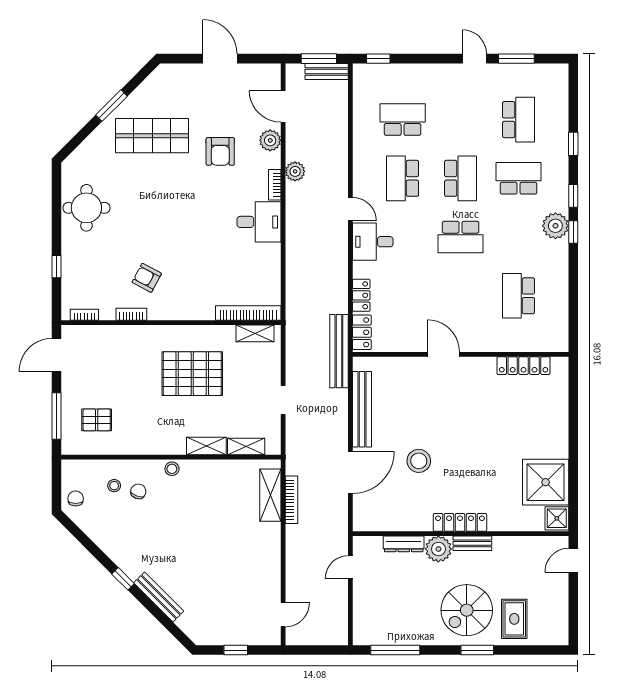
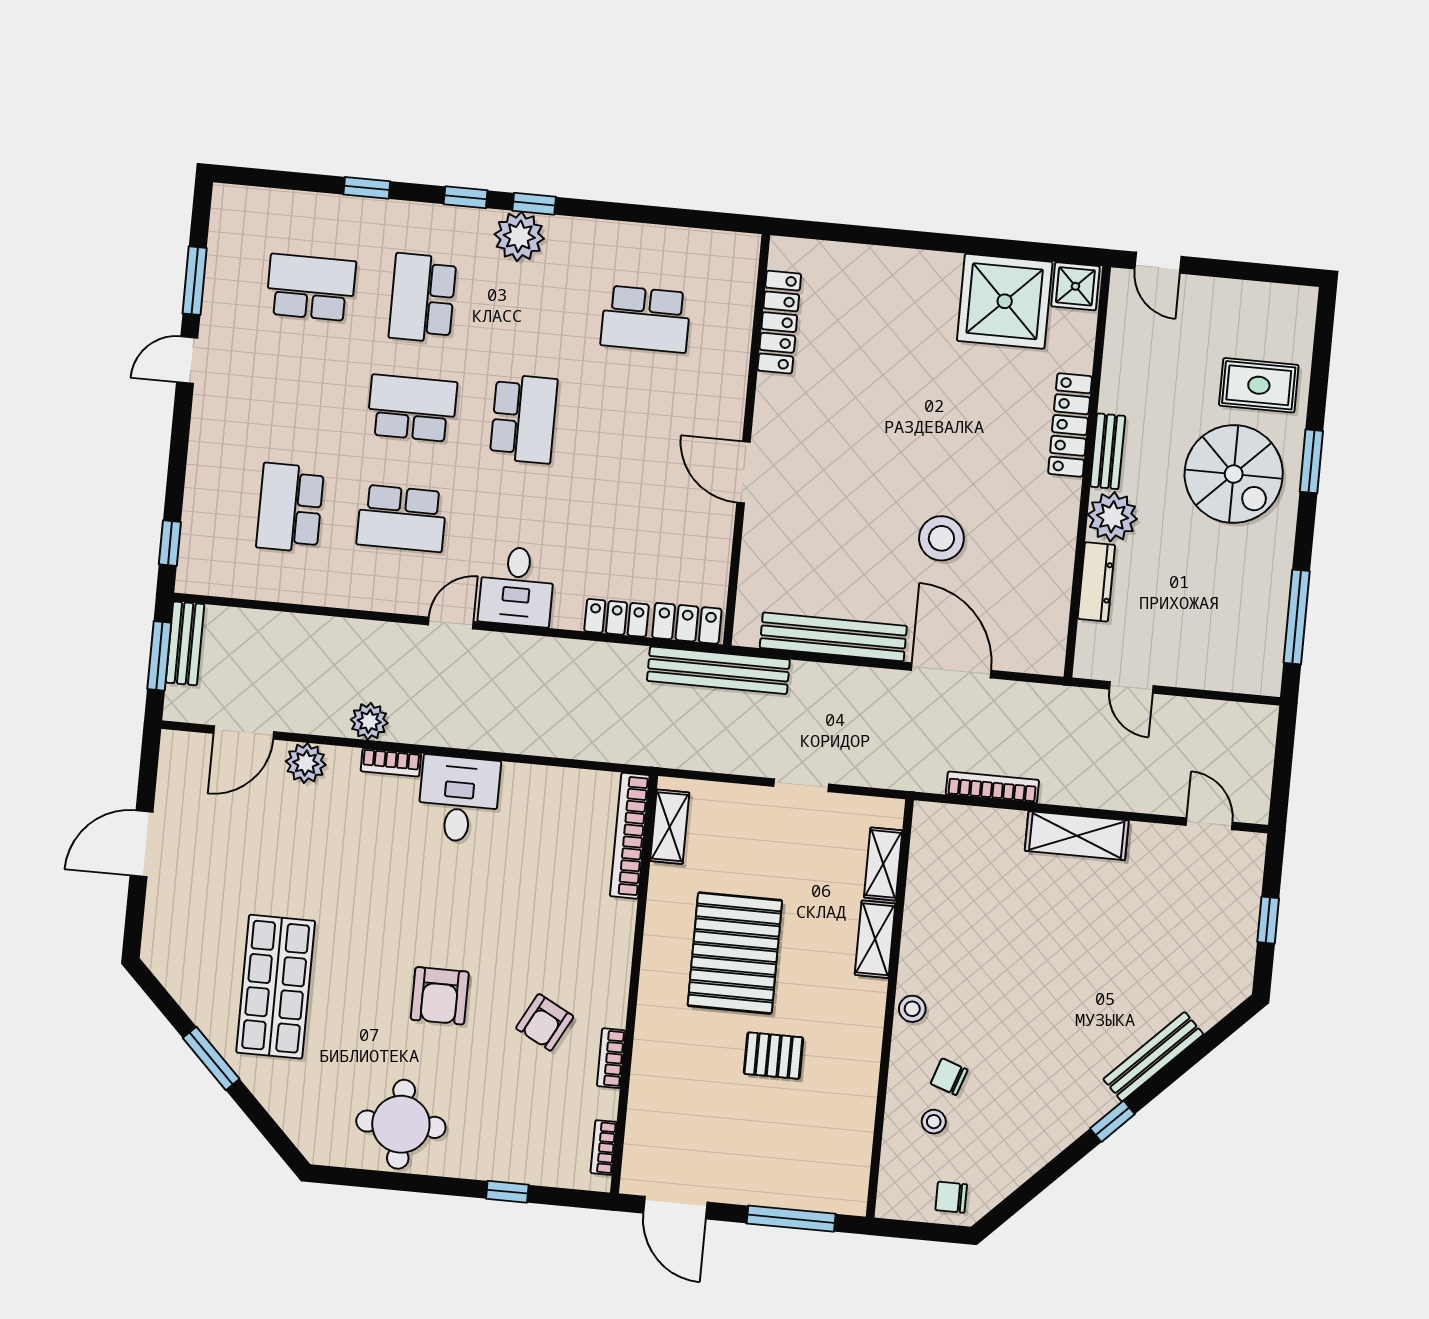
armchair: (220, 151) -> (440, 996), moved, turned 90
door: (443, 354) -> (743, 472), hinge flipped
pallet: (97, 420) -> (773, 1056), moved, turned 90
shelving: (270, 495) -> (1077, 836), moved
locker: (460, 522) -> (1070, 425), moved

